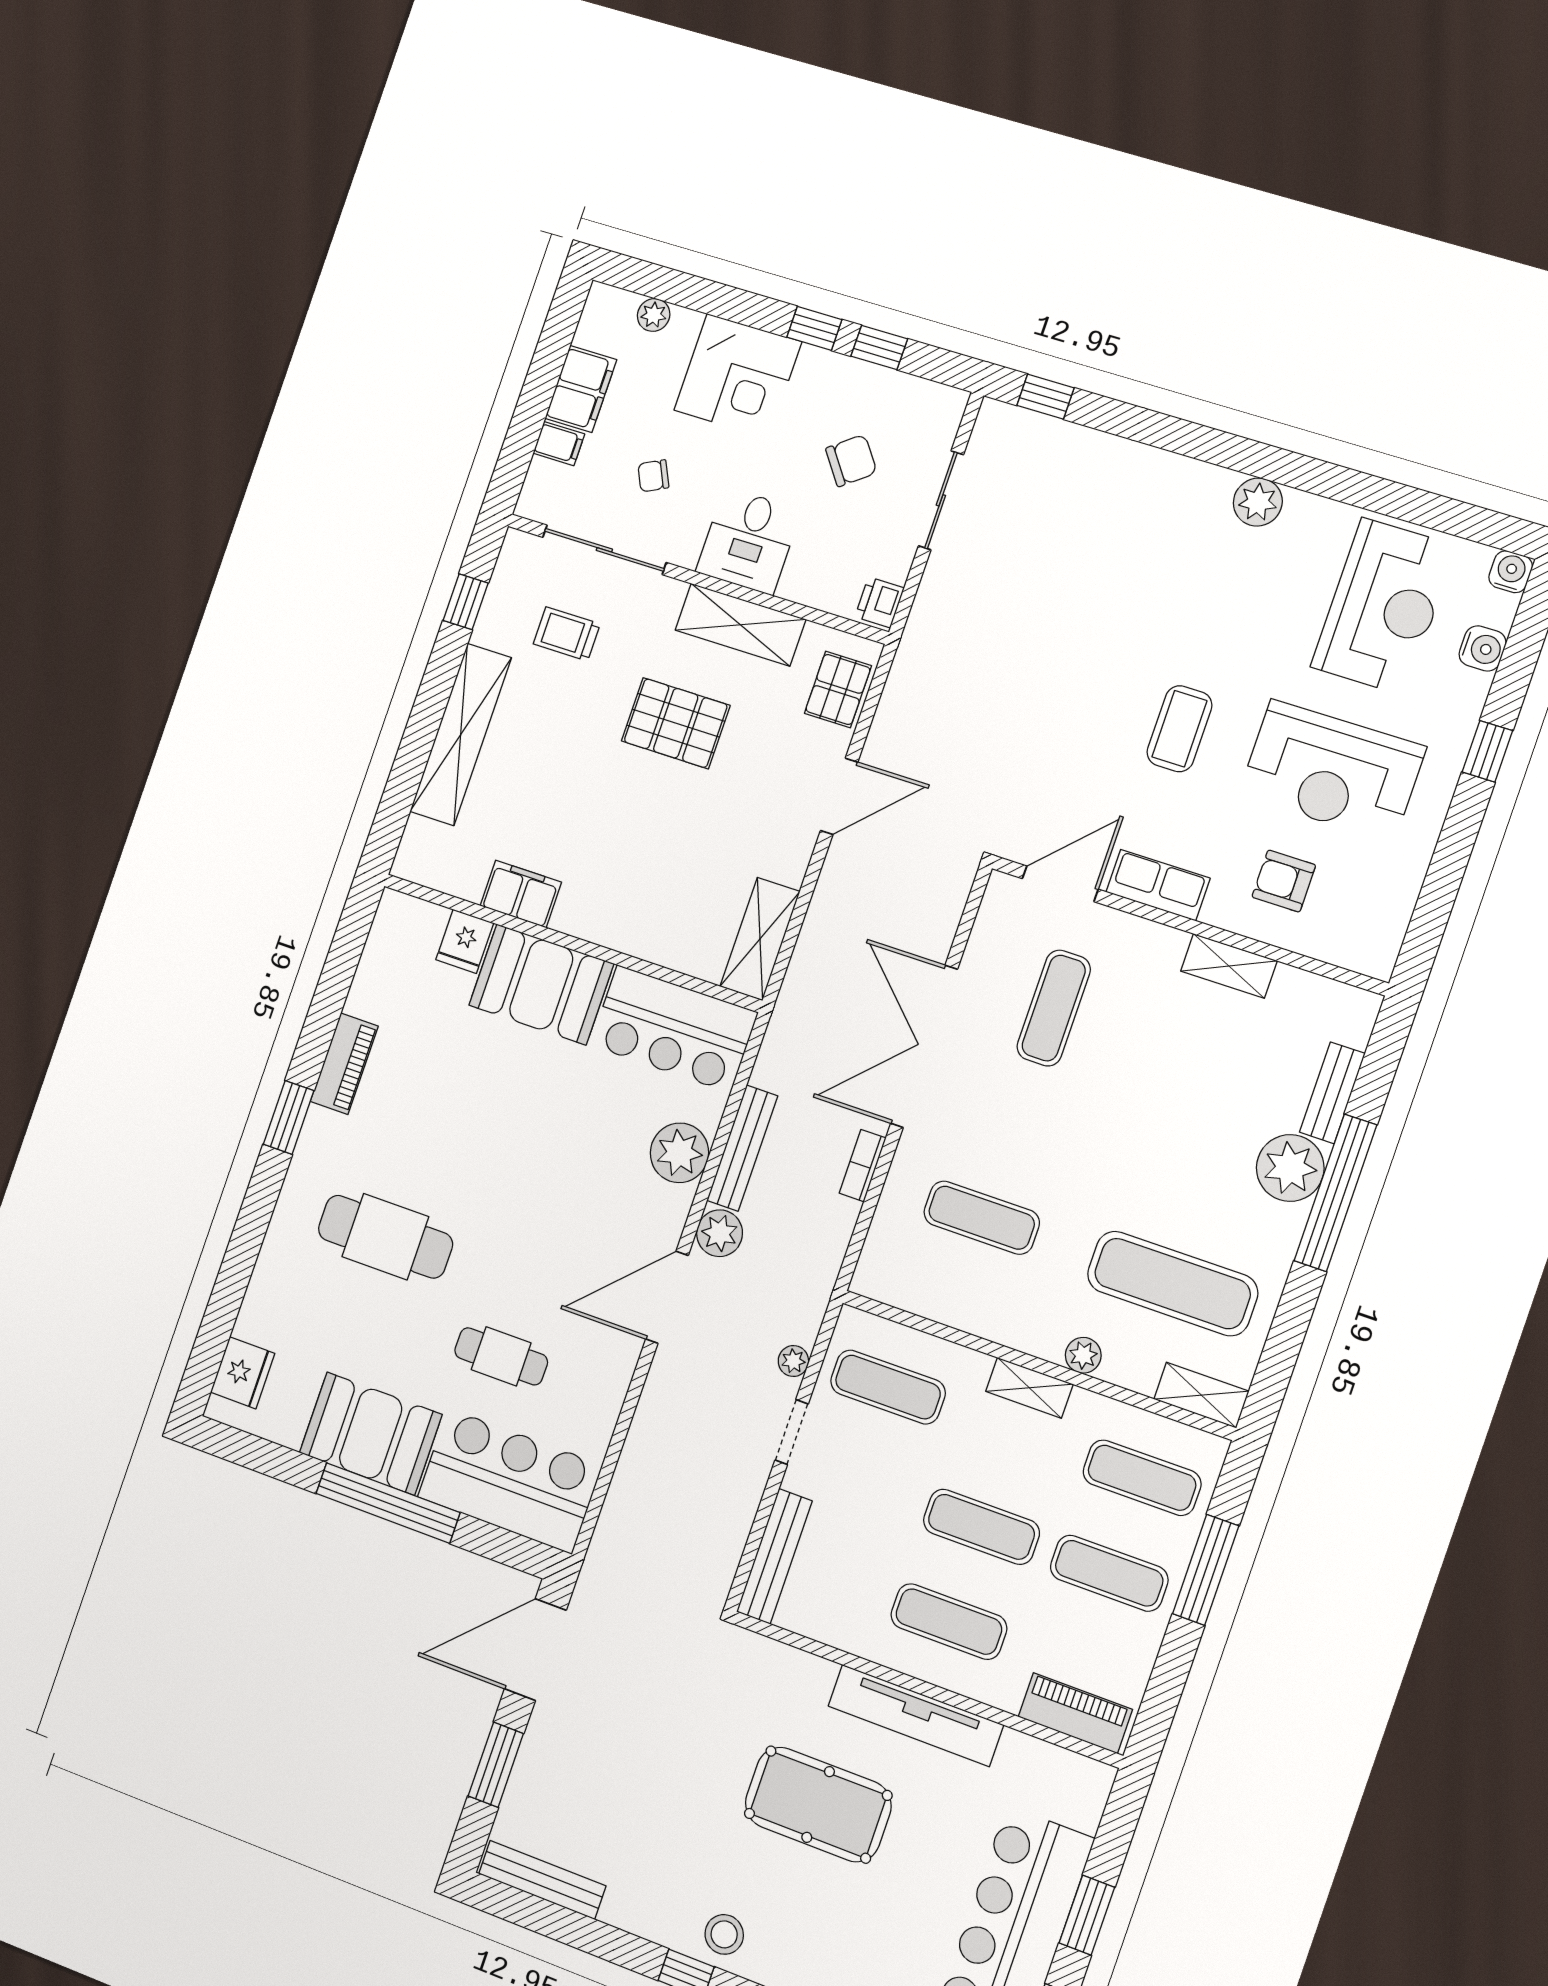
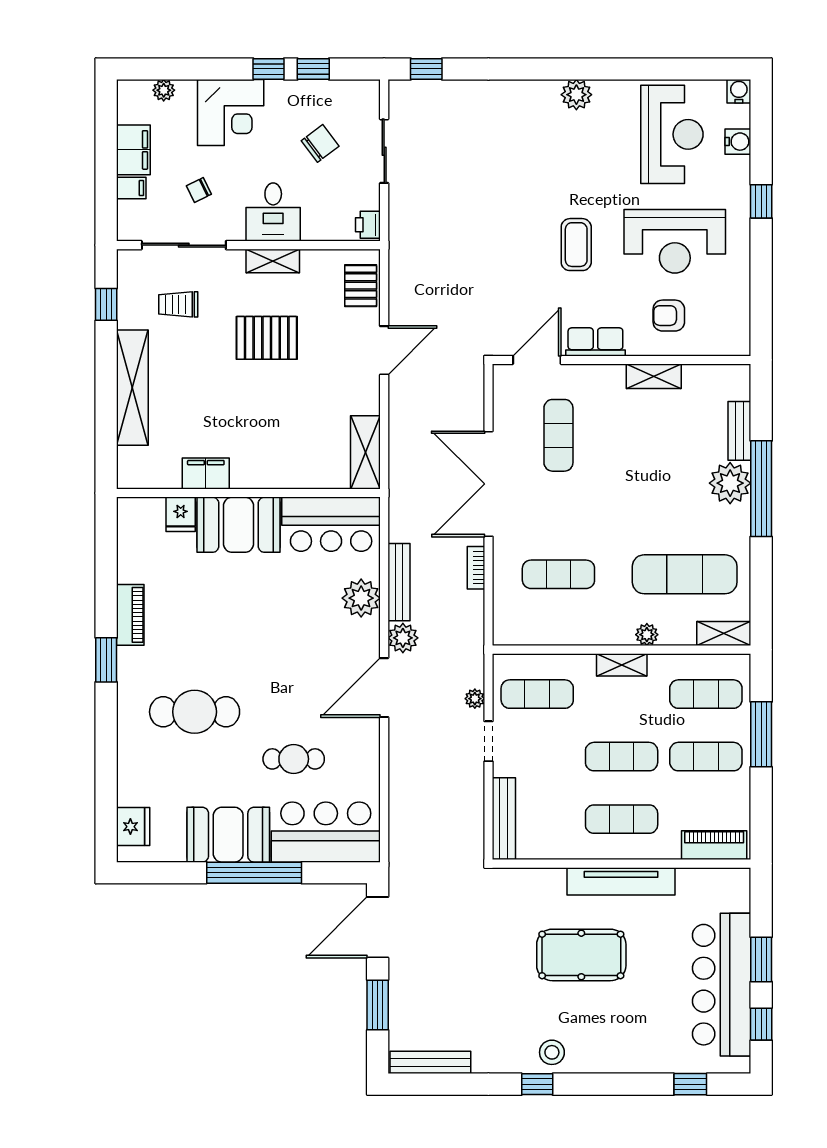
shelving: (740, 625) -> (273, 261), width x0.67, depth x0.75

